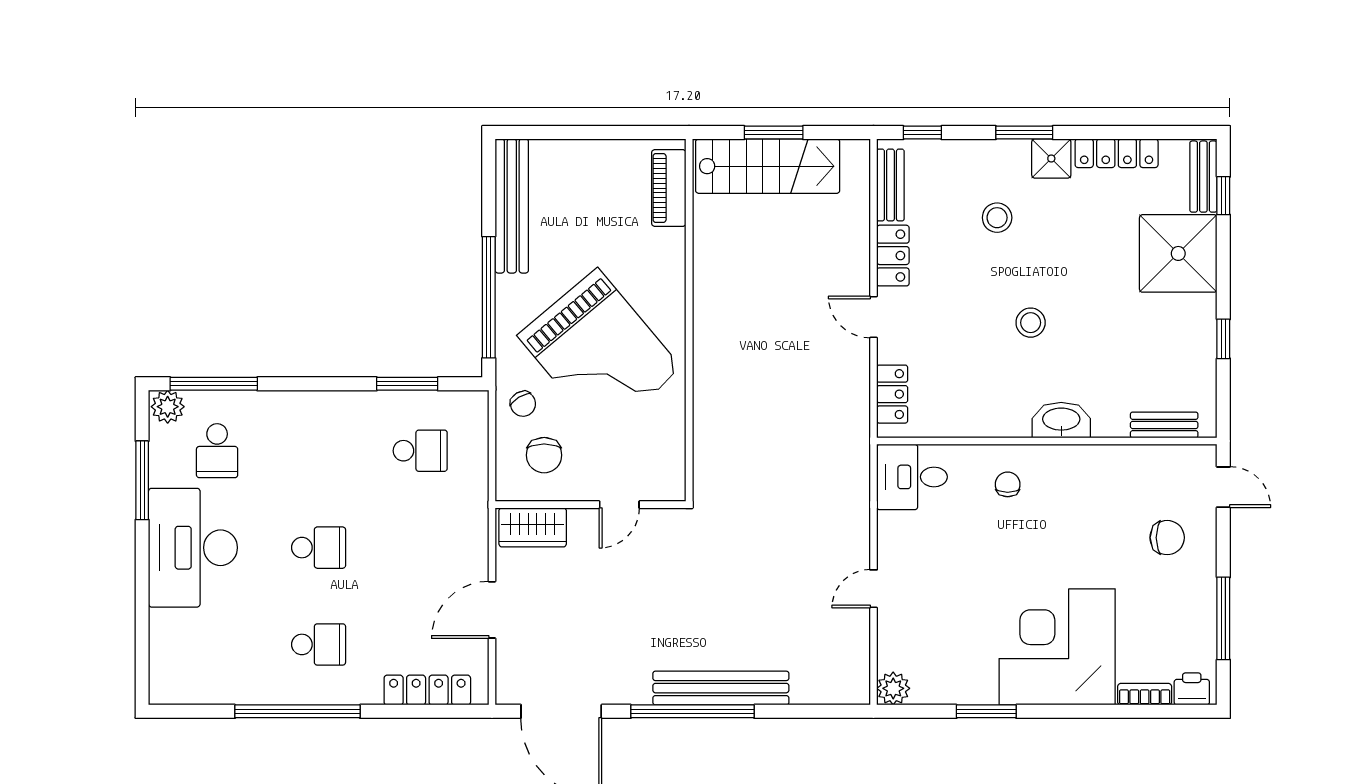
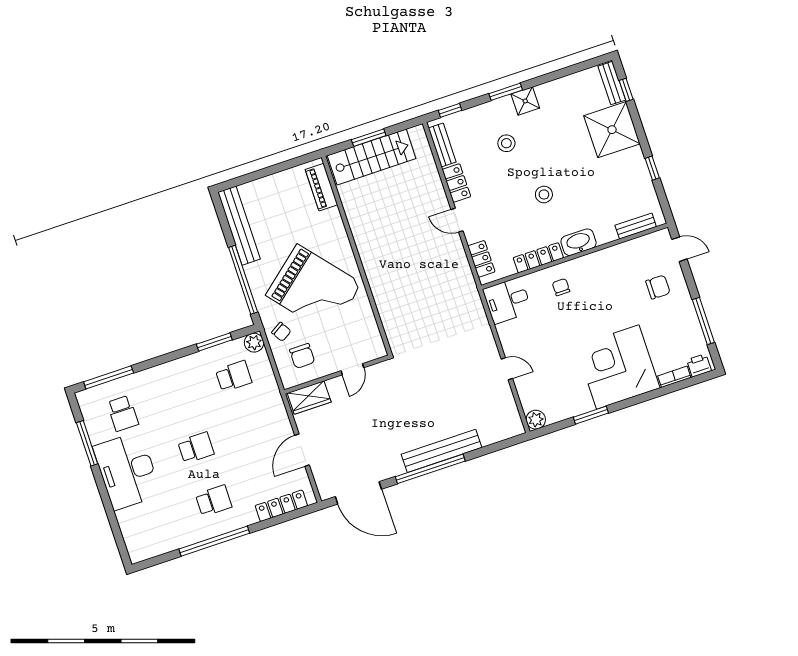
locker: (1117, 153) -> (538, 258), moved, turned 180
plant: (168, 407) -> (254, 343), moved
door: (874, 589) -> (507, 369), swing flipped

